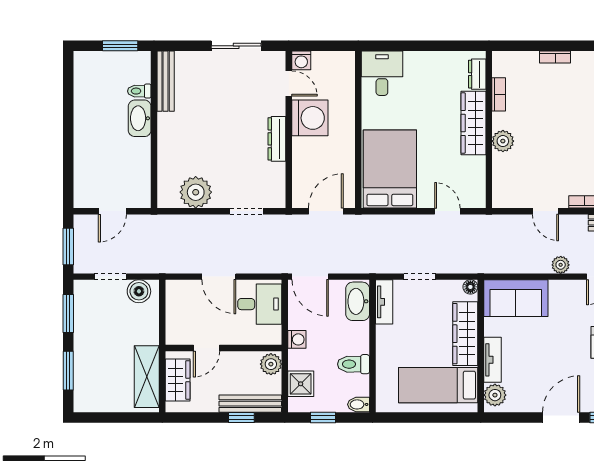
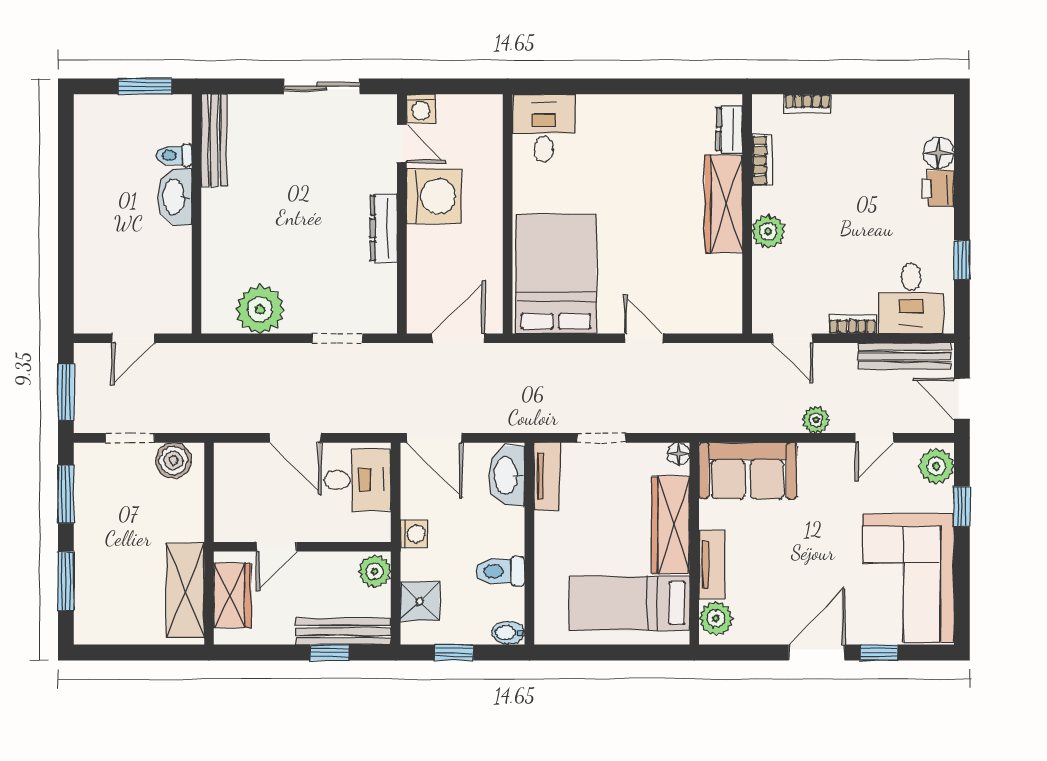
dresser: (477, 74) -> (729, 129), moved
bookcase: (499, 94) -> (762, 160), moved
wardrobe: (473, 123) -> (724, 204), moved
wall: (489, 130) -> (747, 214), moved
plant: (503, 141) -> (768, 231), moved

